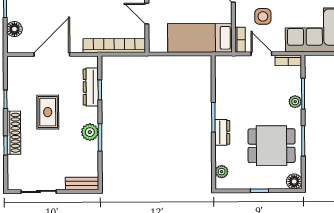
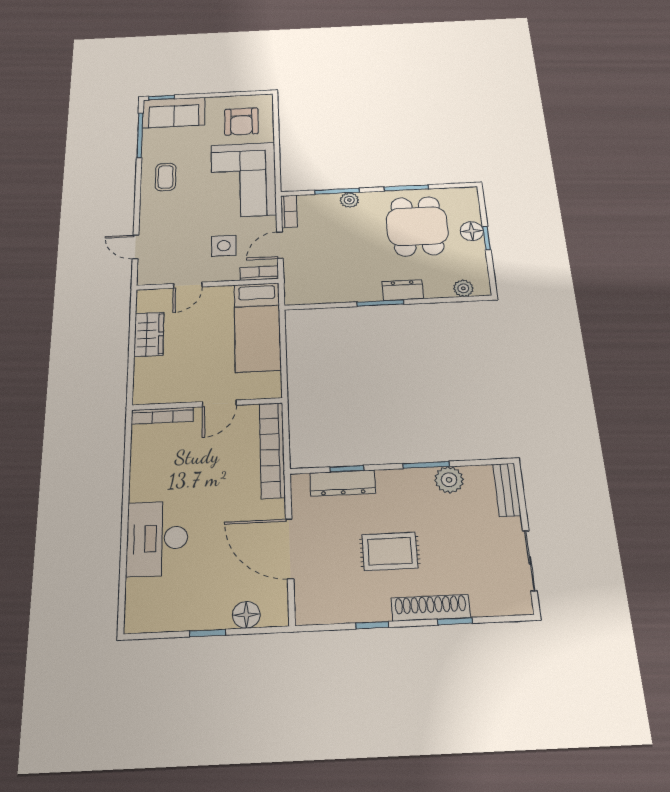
plant: (90, 132) -> (449, 480), moved
floor lamp: (294, 181) -> (472, 231), moved

